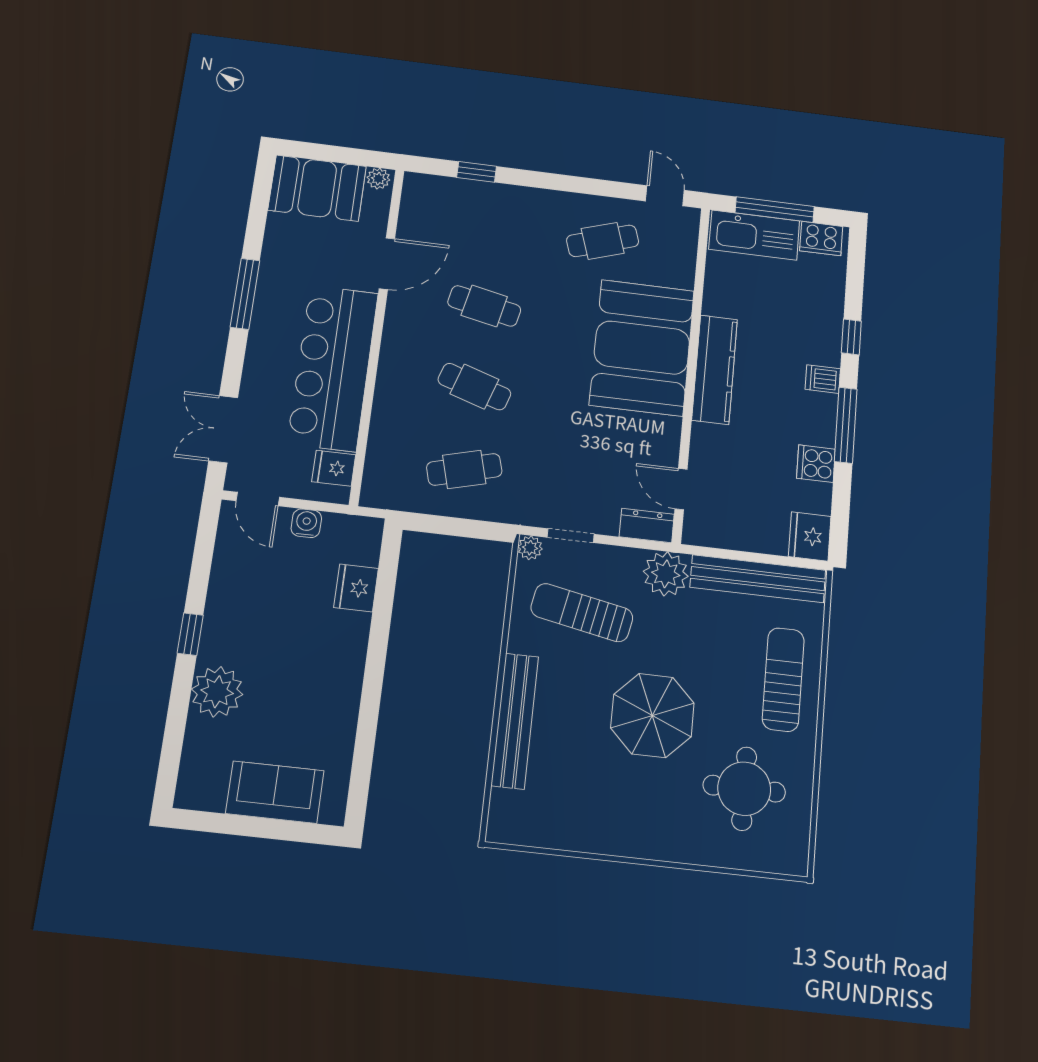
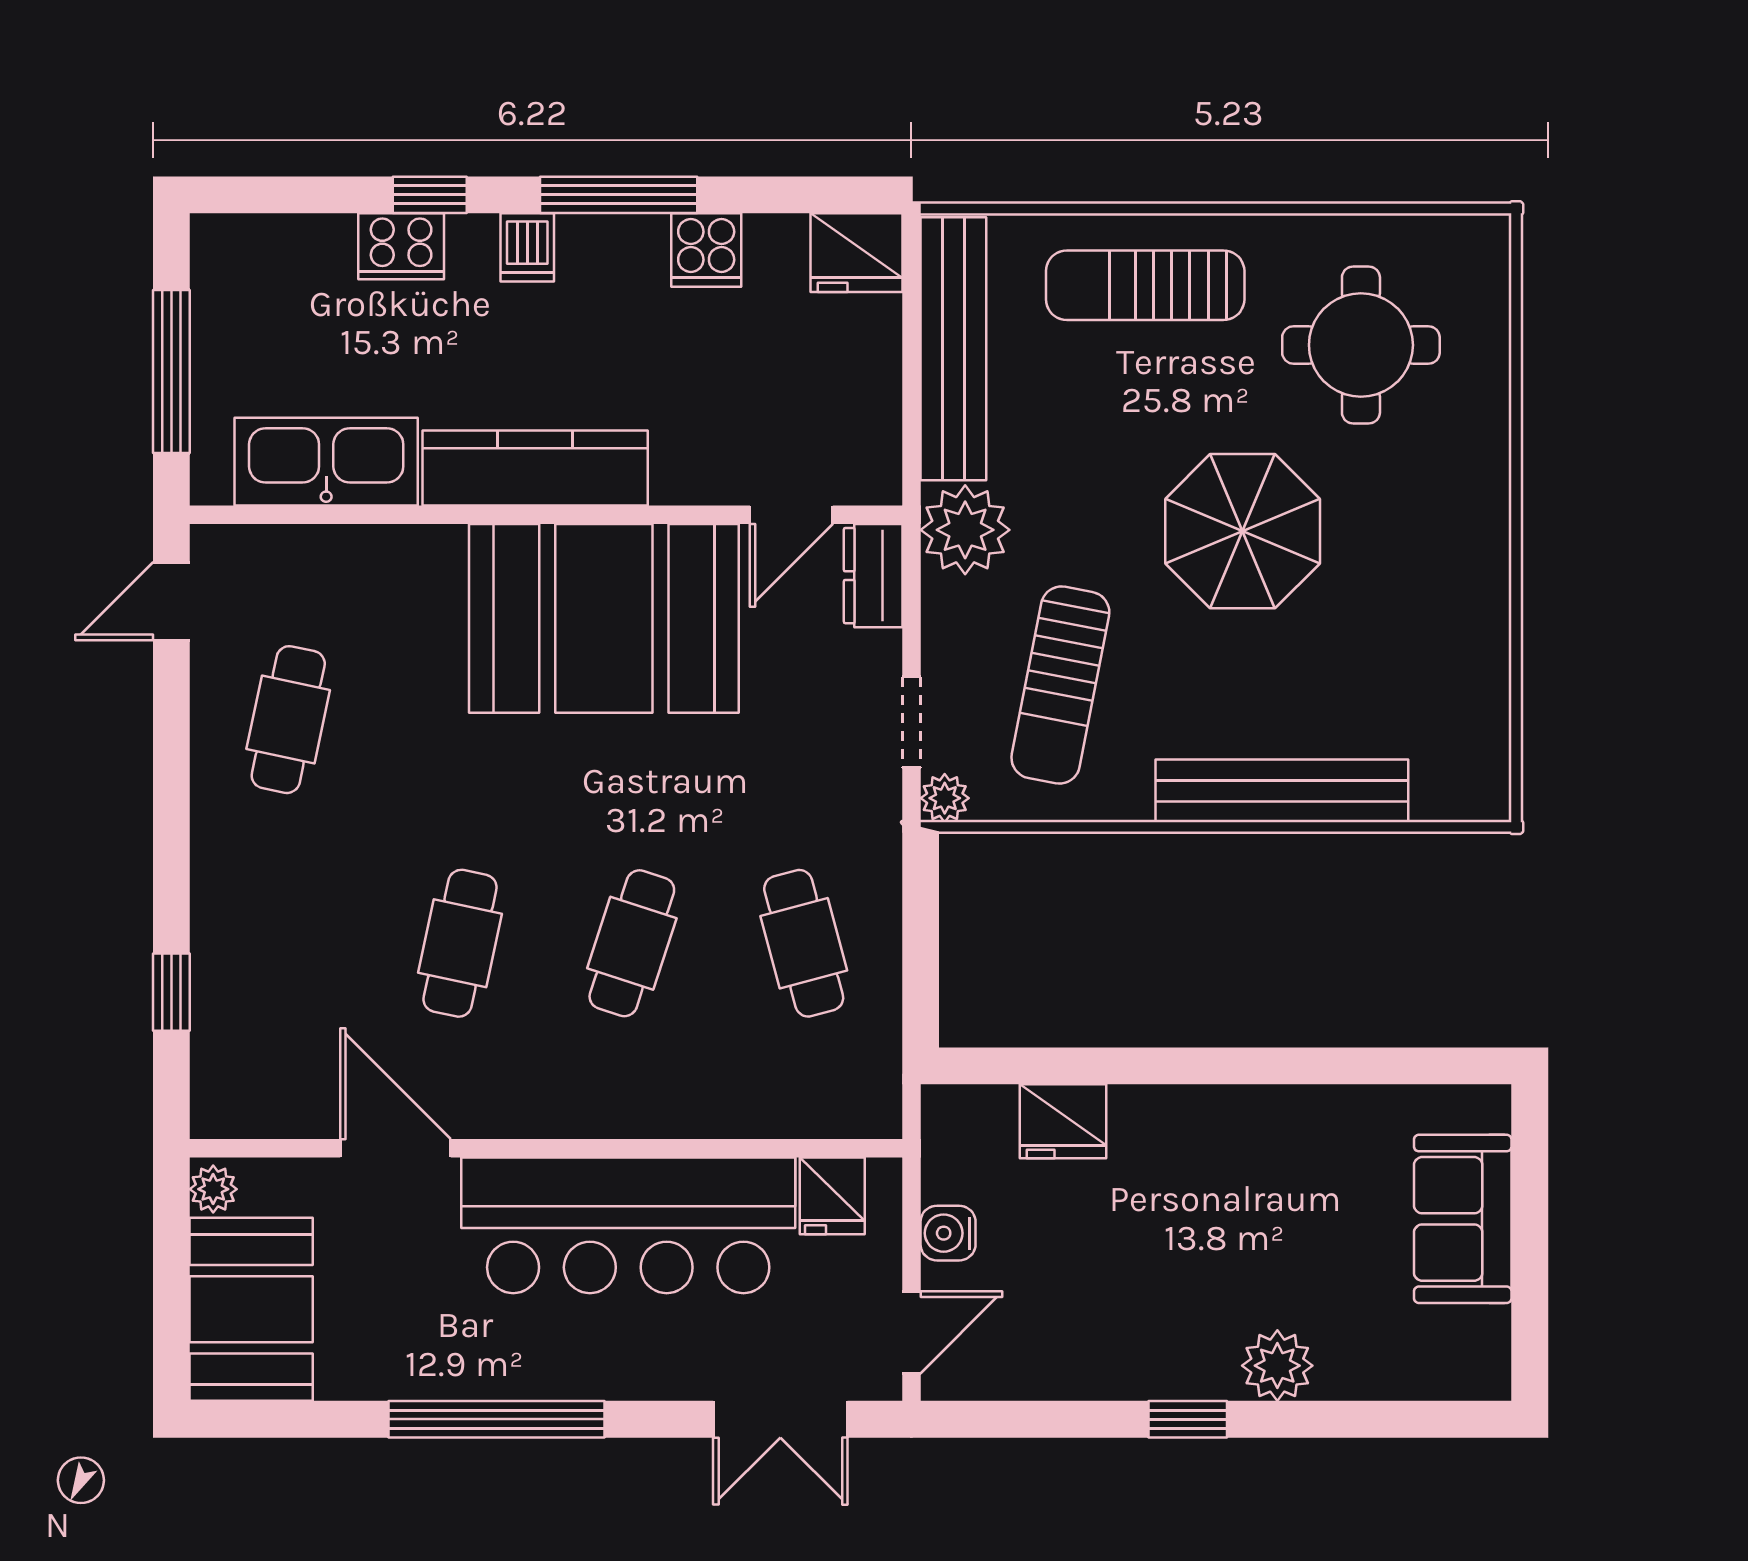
kitchen sink: (754, 235) -> (326, 462), moved, turned -90
cooker: (821, 239) -> (401, 246), moved, turned 90
cafe table: (603, 241) -> (288, 720), turned 30
window: (245, 294) -> (497, 1419), width x1.46
booth: (642, 348) -> (604, 618), moved
plant: (217, 692) -> (1277, 1366), width x0.73, depth x0.73

